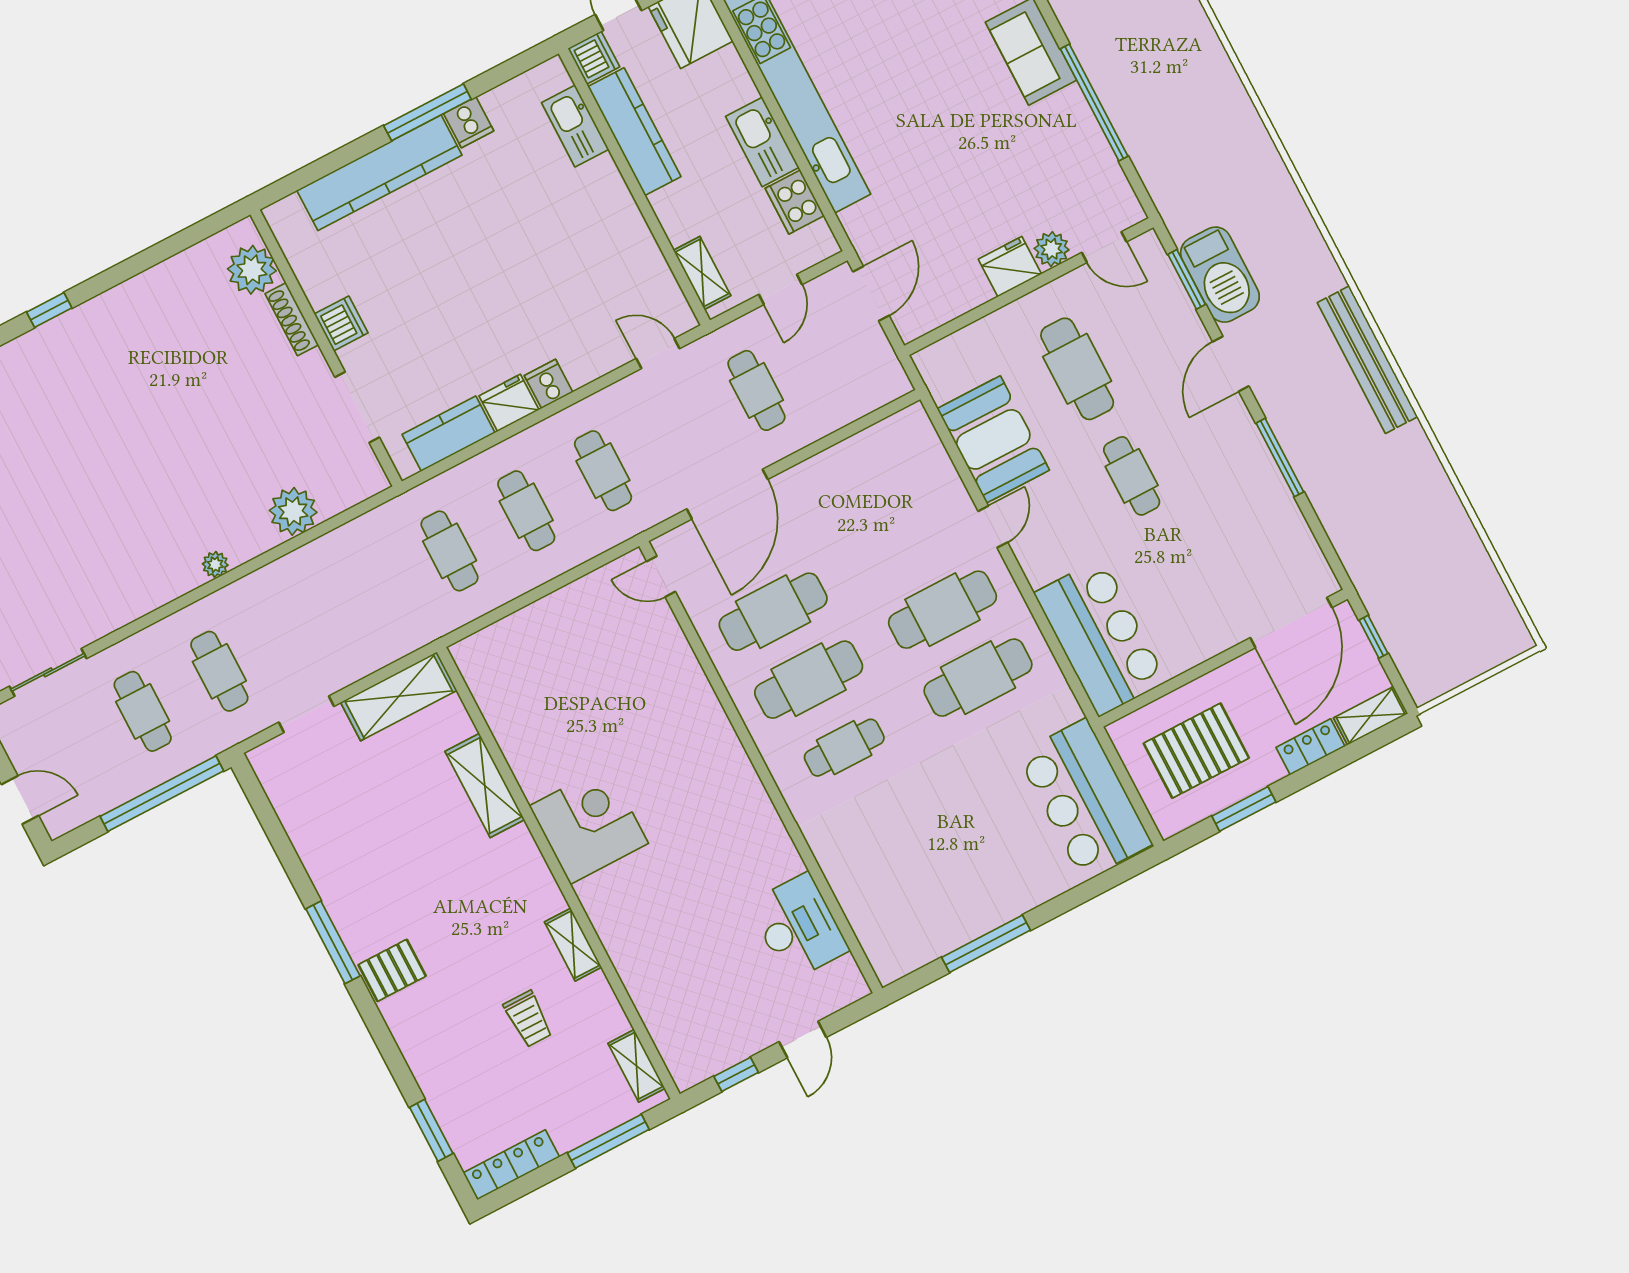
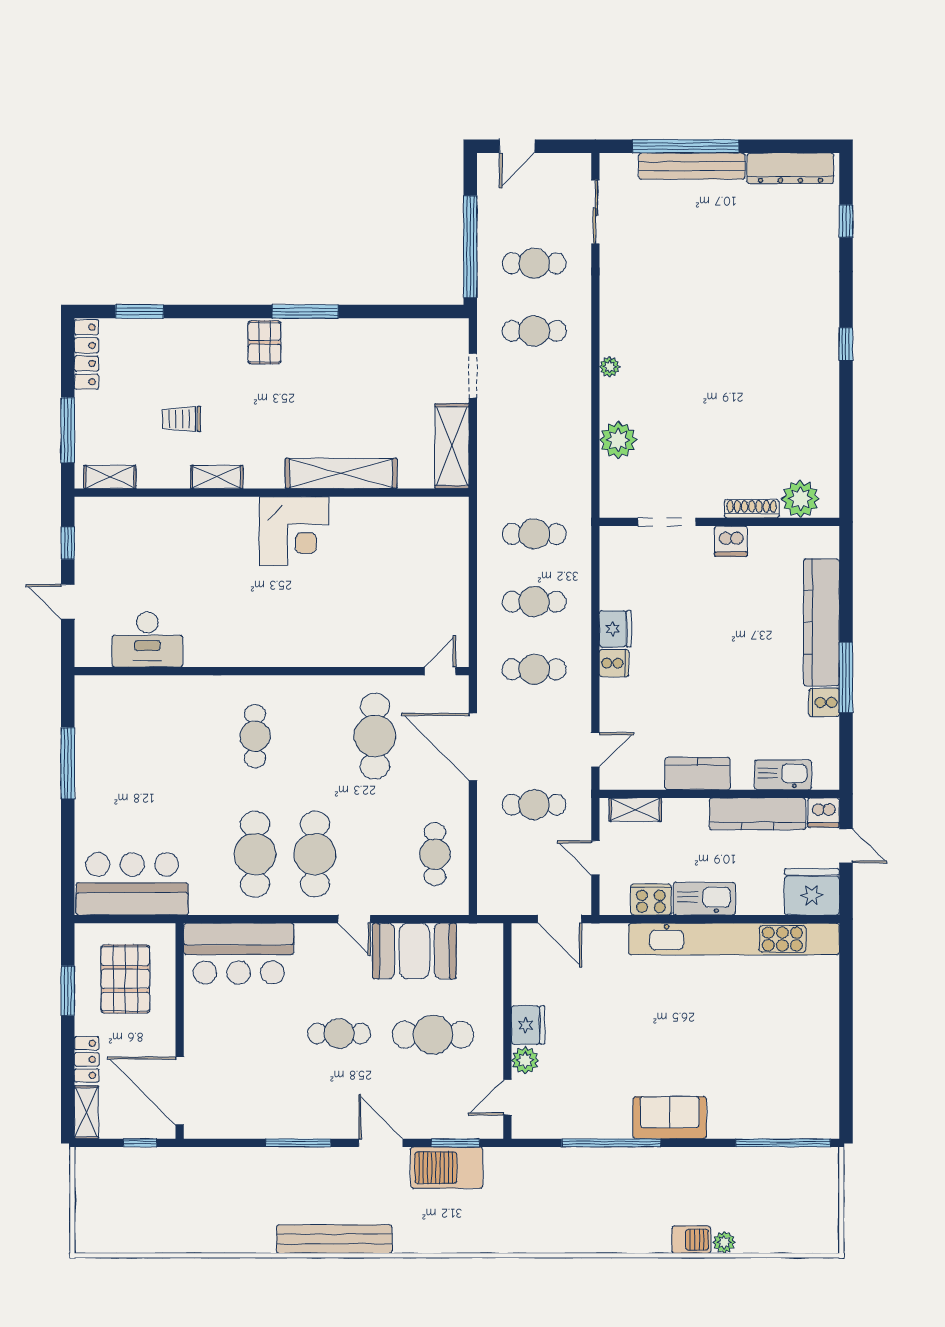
kitchen counter: (449, 434) -> (698, 774), moved, turned -90
cafe table: (809, 680) -> (435, 854), moved, width x0.73, depth x0.74
shelving: (485, 785) -> (341, 473), width x1.47

